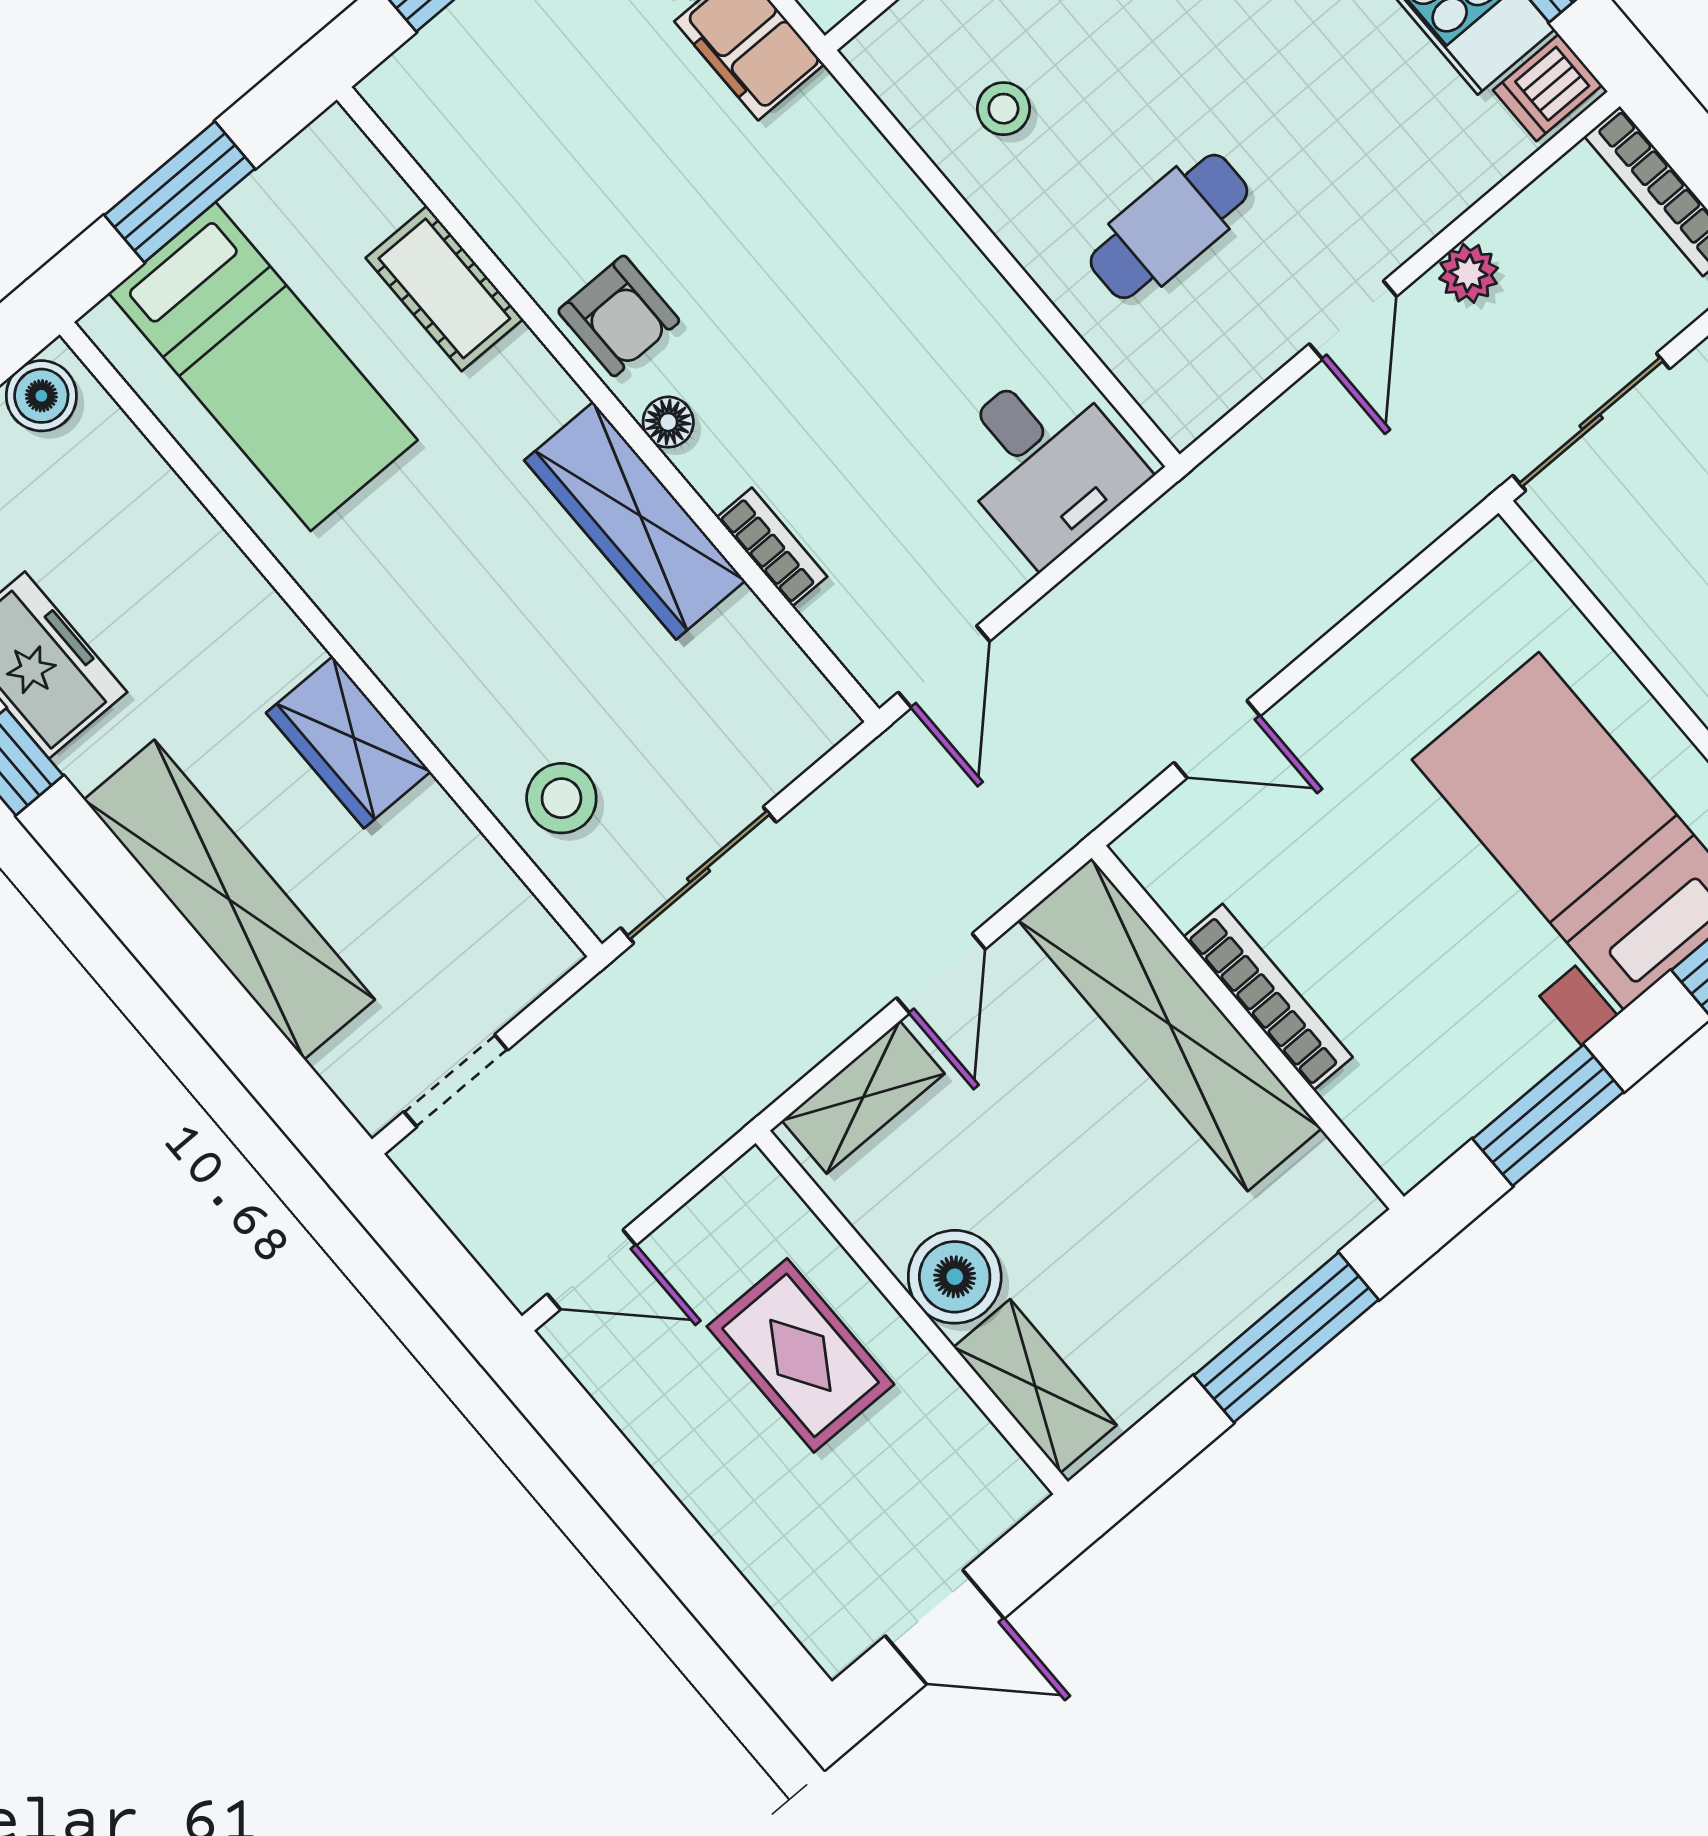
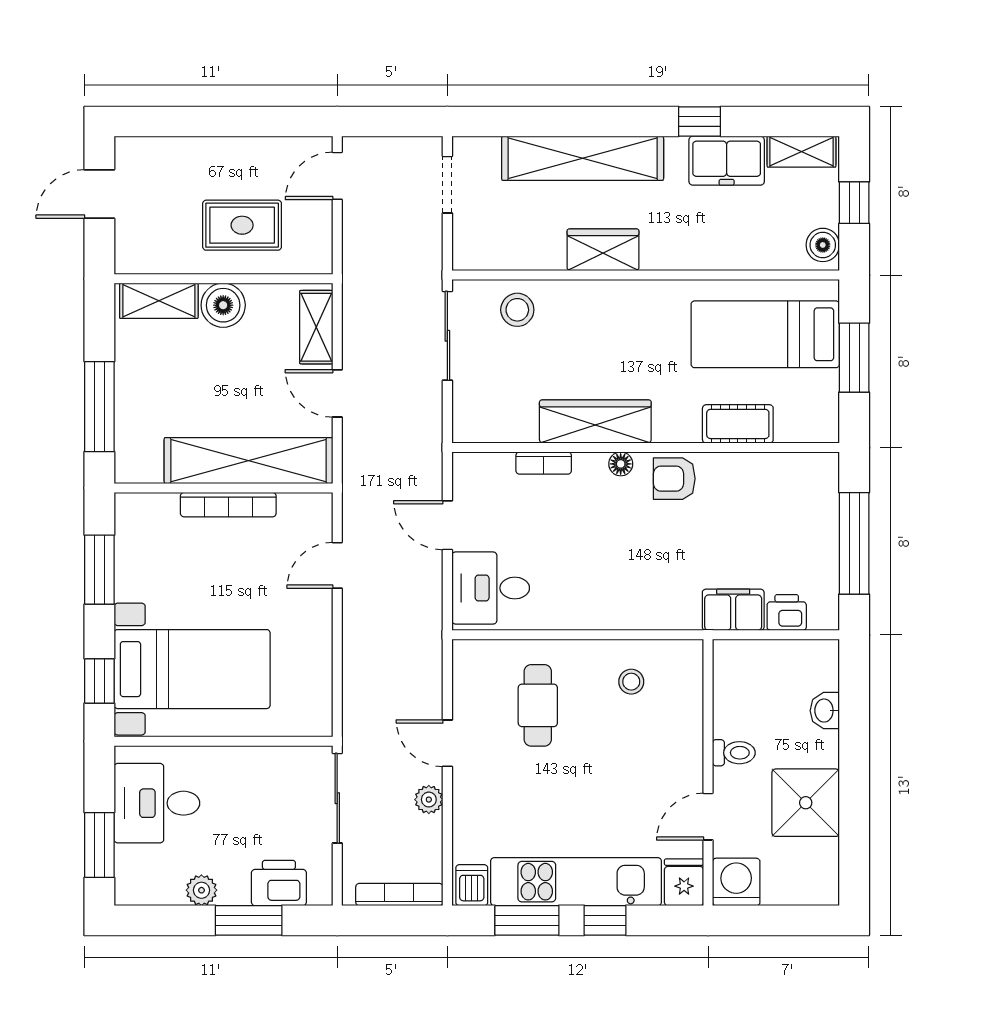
door: (944, 667) -> (447, 525), moved

